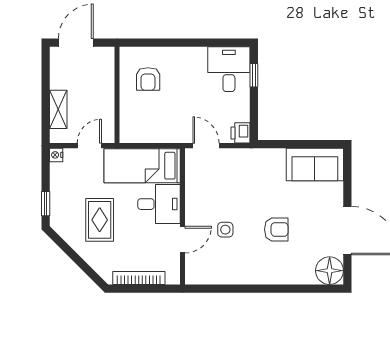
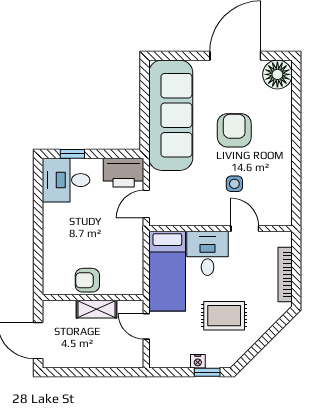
armchair: (148, 79) -> (87, 280), moved, turned 180
shelving: (58, 109) -> (96, 309), moved
printer: (241, 133) -> (124, 173), width x1.87, depth x1.48
nightstand: (56, 155) -> (198, 361), moved
sofa: (315, 165) -> (171, 115), width x1.85, depth x1.27
armchair: (276, 229) -> (234, 130), width x1.38, depth x1.38

